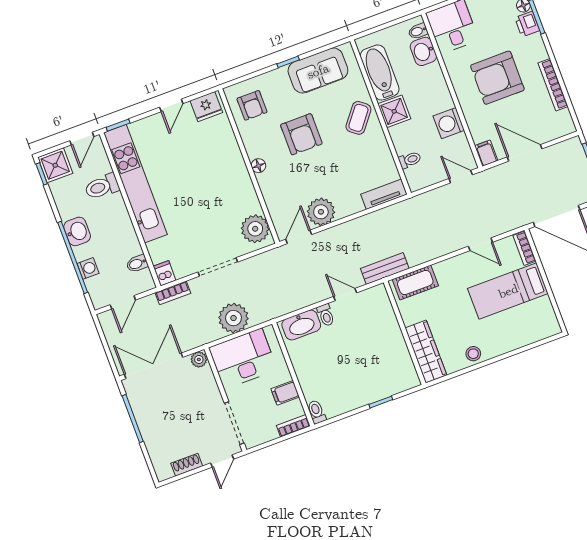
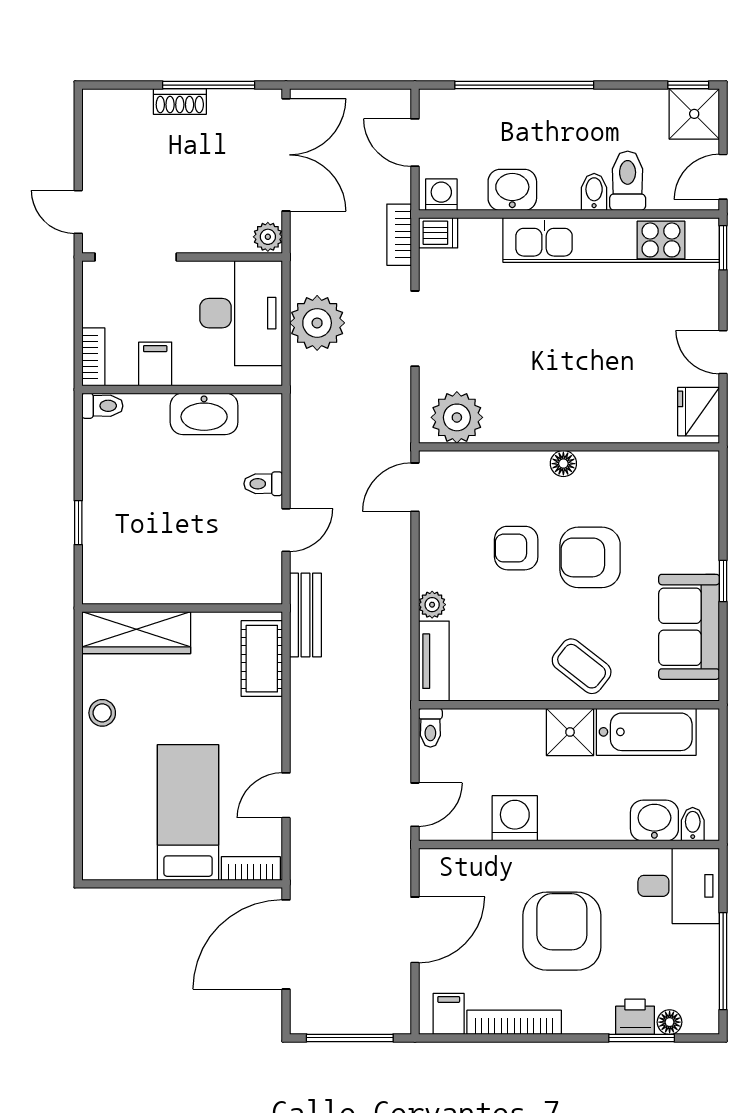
armchair: (252, 105) -> (516, 548), moved
door: (82, 139) -> (723, 177), hinge flipped
filing cabinet: (486, 153) -> (449, 1014), moved, turned -90
toilet: (410, 160) -> (430, 728), moved
plant: (321, 212) -> (432, 605), moved, width x0.53, depth x0.53
washbasin: (77, 231) -> (512, 190), moved, turned 180
door: (299, 237) -> (415, 487), swing flipped
bidet: (137, 264) -> (594, 192), moved
washing machine: (88, 268) -> (441, 195), moved, turned 180
washbasin: (301, 325) -> (204, 414), moved, turned -90
shoe rack: (187, 465) -> (180, 101), moved, turned 90

